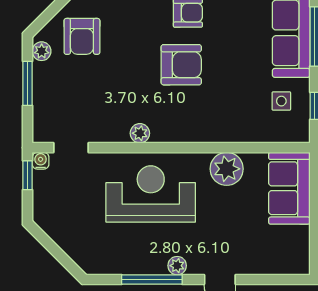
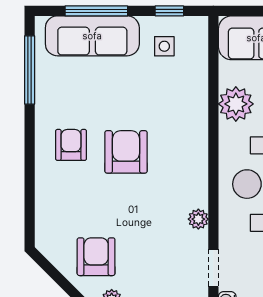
armchair: (82, 36) -> (96, 257), turned -90
plant: (140, 133) -> (198, 219), moved

